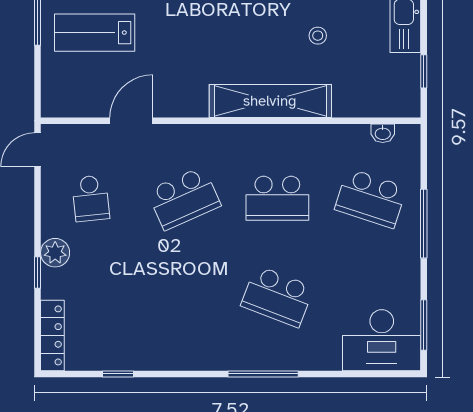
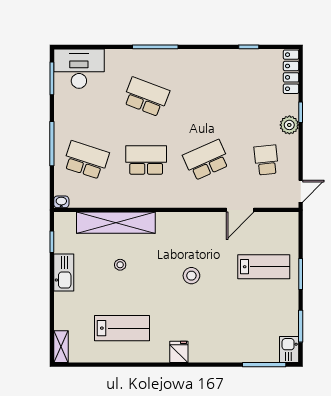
stool: (207, 19) -> (191, 276), added
shelving: (270, 101) -> (116, 223), moved
washbasin: (383, 133) -> (61, 202), moved

